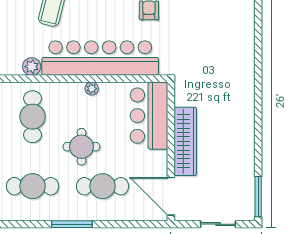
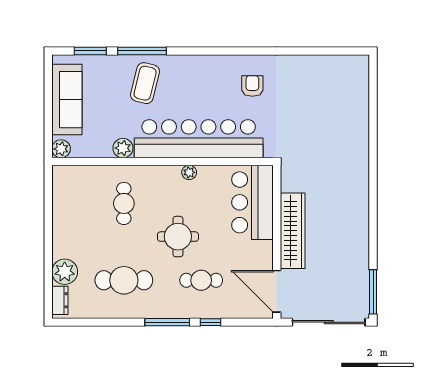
cafe table: (33, 117) -> (124, 203), width x0.73, depth x0.74
cafe table: (103, 186) -> (201, 280), width x0.73, depth x0.74
window: (111, 224) -> (210, 322), added
sliding door: (218, 224) -> (329, 322), width x1.86

